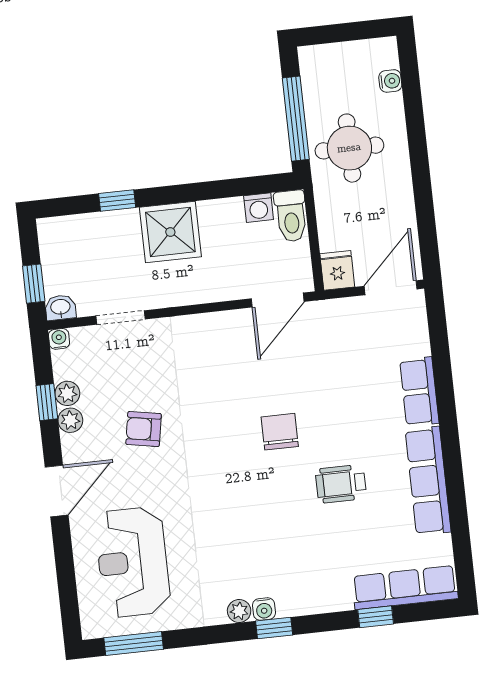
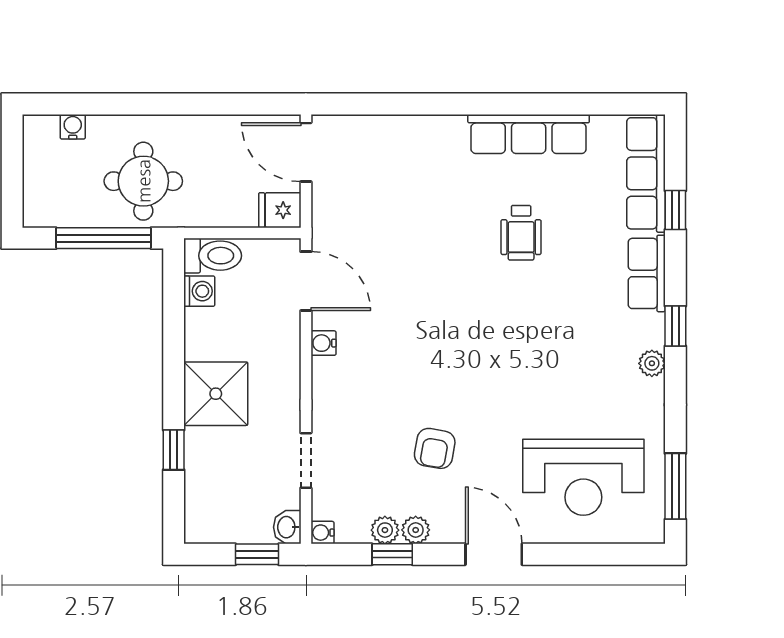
row of seats: (419, 392) -> (647, 273), moved, turned 90
chair: (280, 432) -> (455, 295), removed
water cooler: (264, 609) -> (323, 343), moved, turned 180

